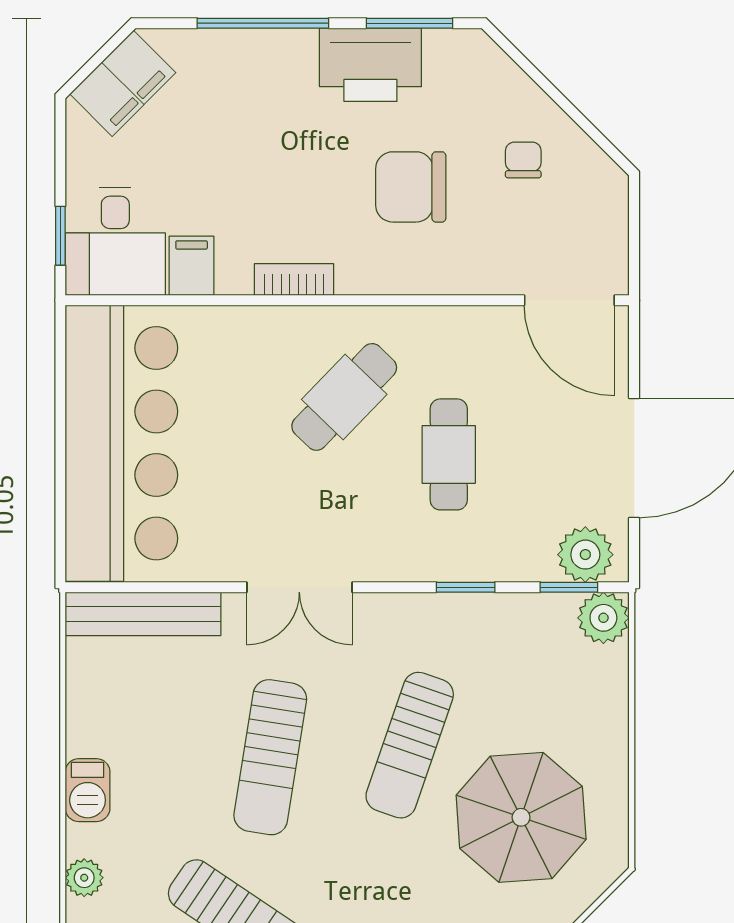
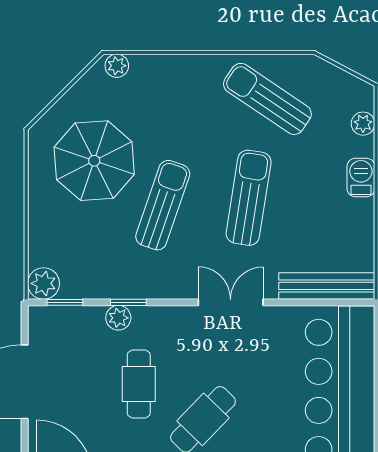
plant: (585, 555) -> (118, 318), moved, width x0.73, depth x0.73

